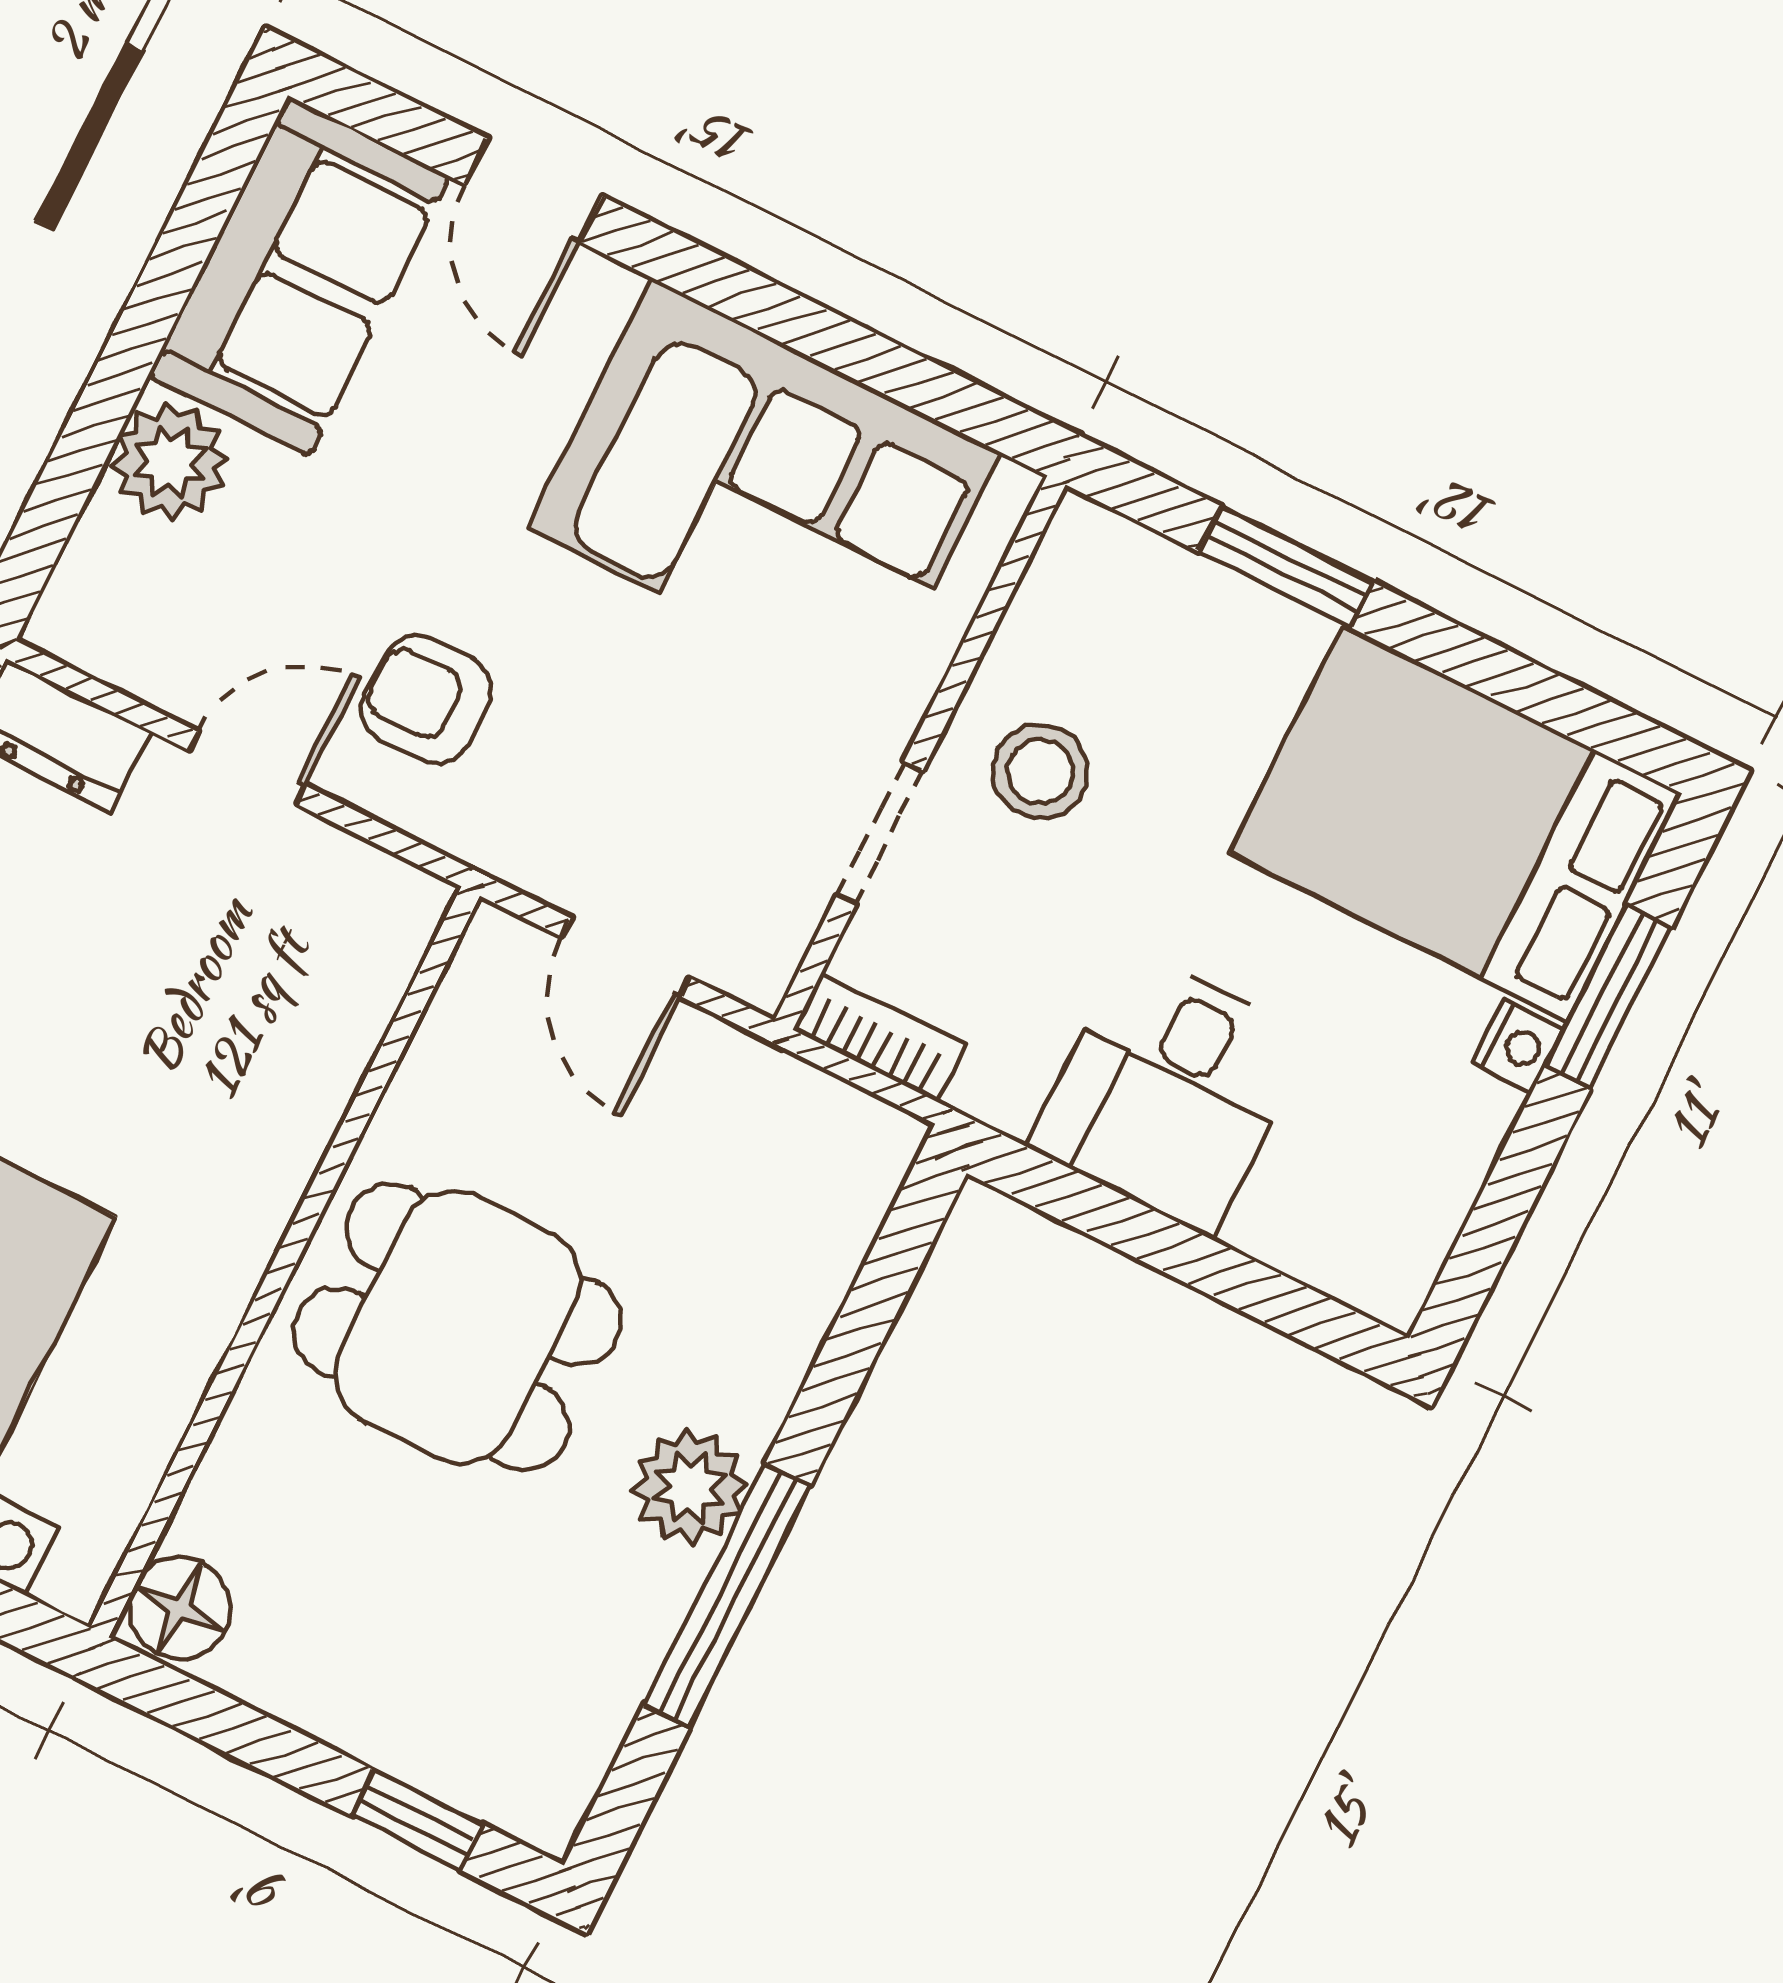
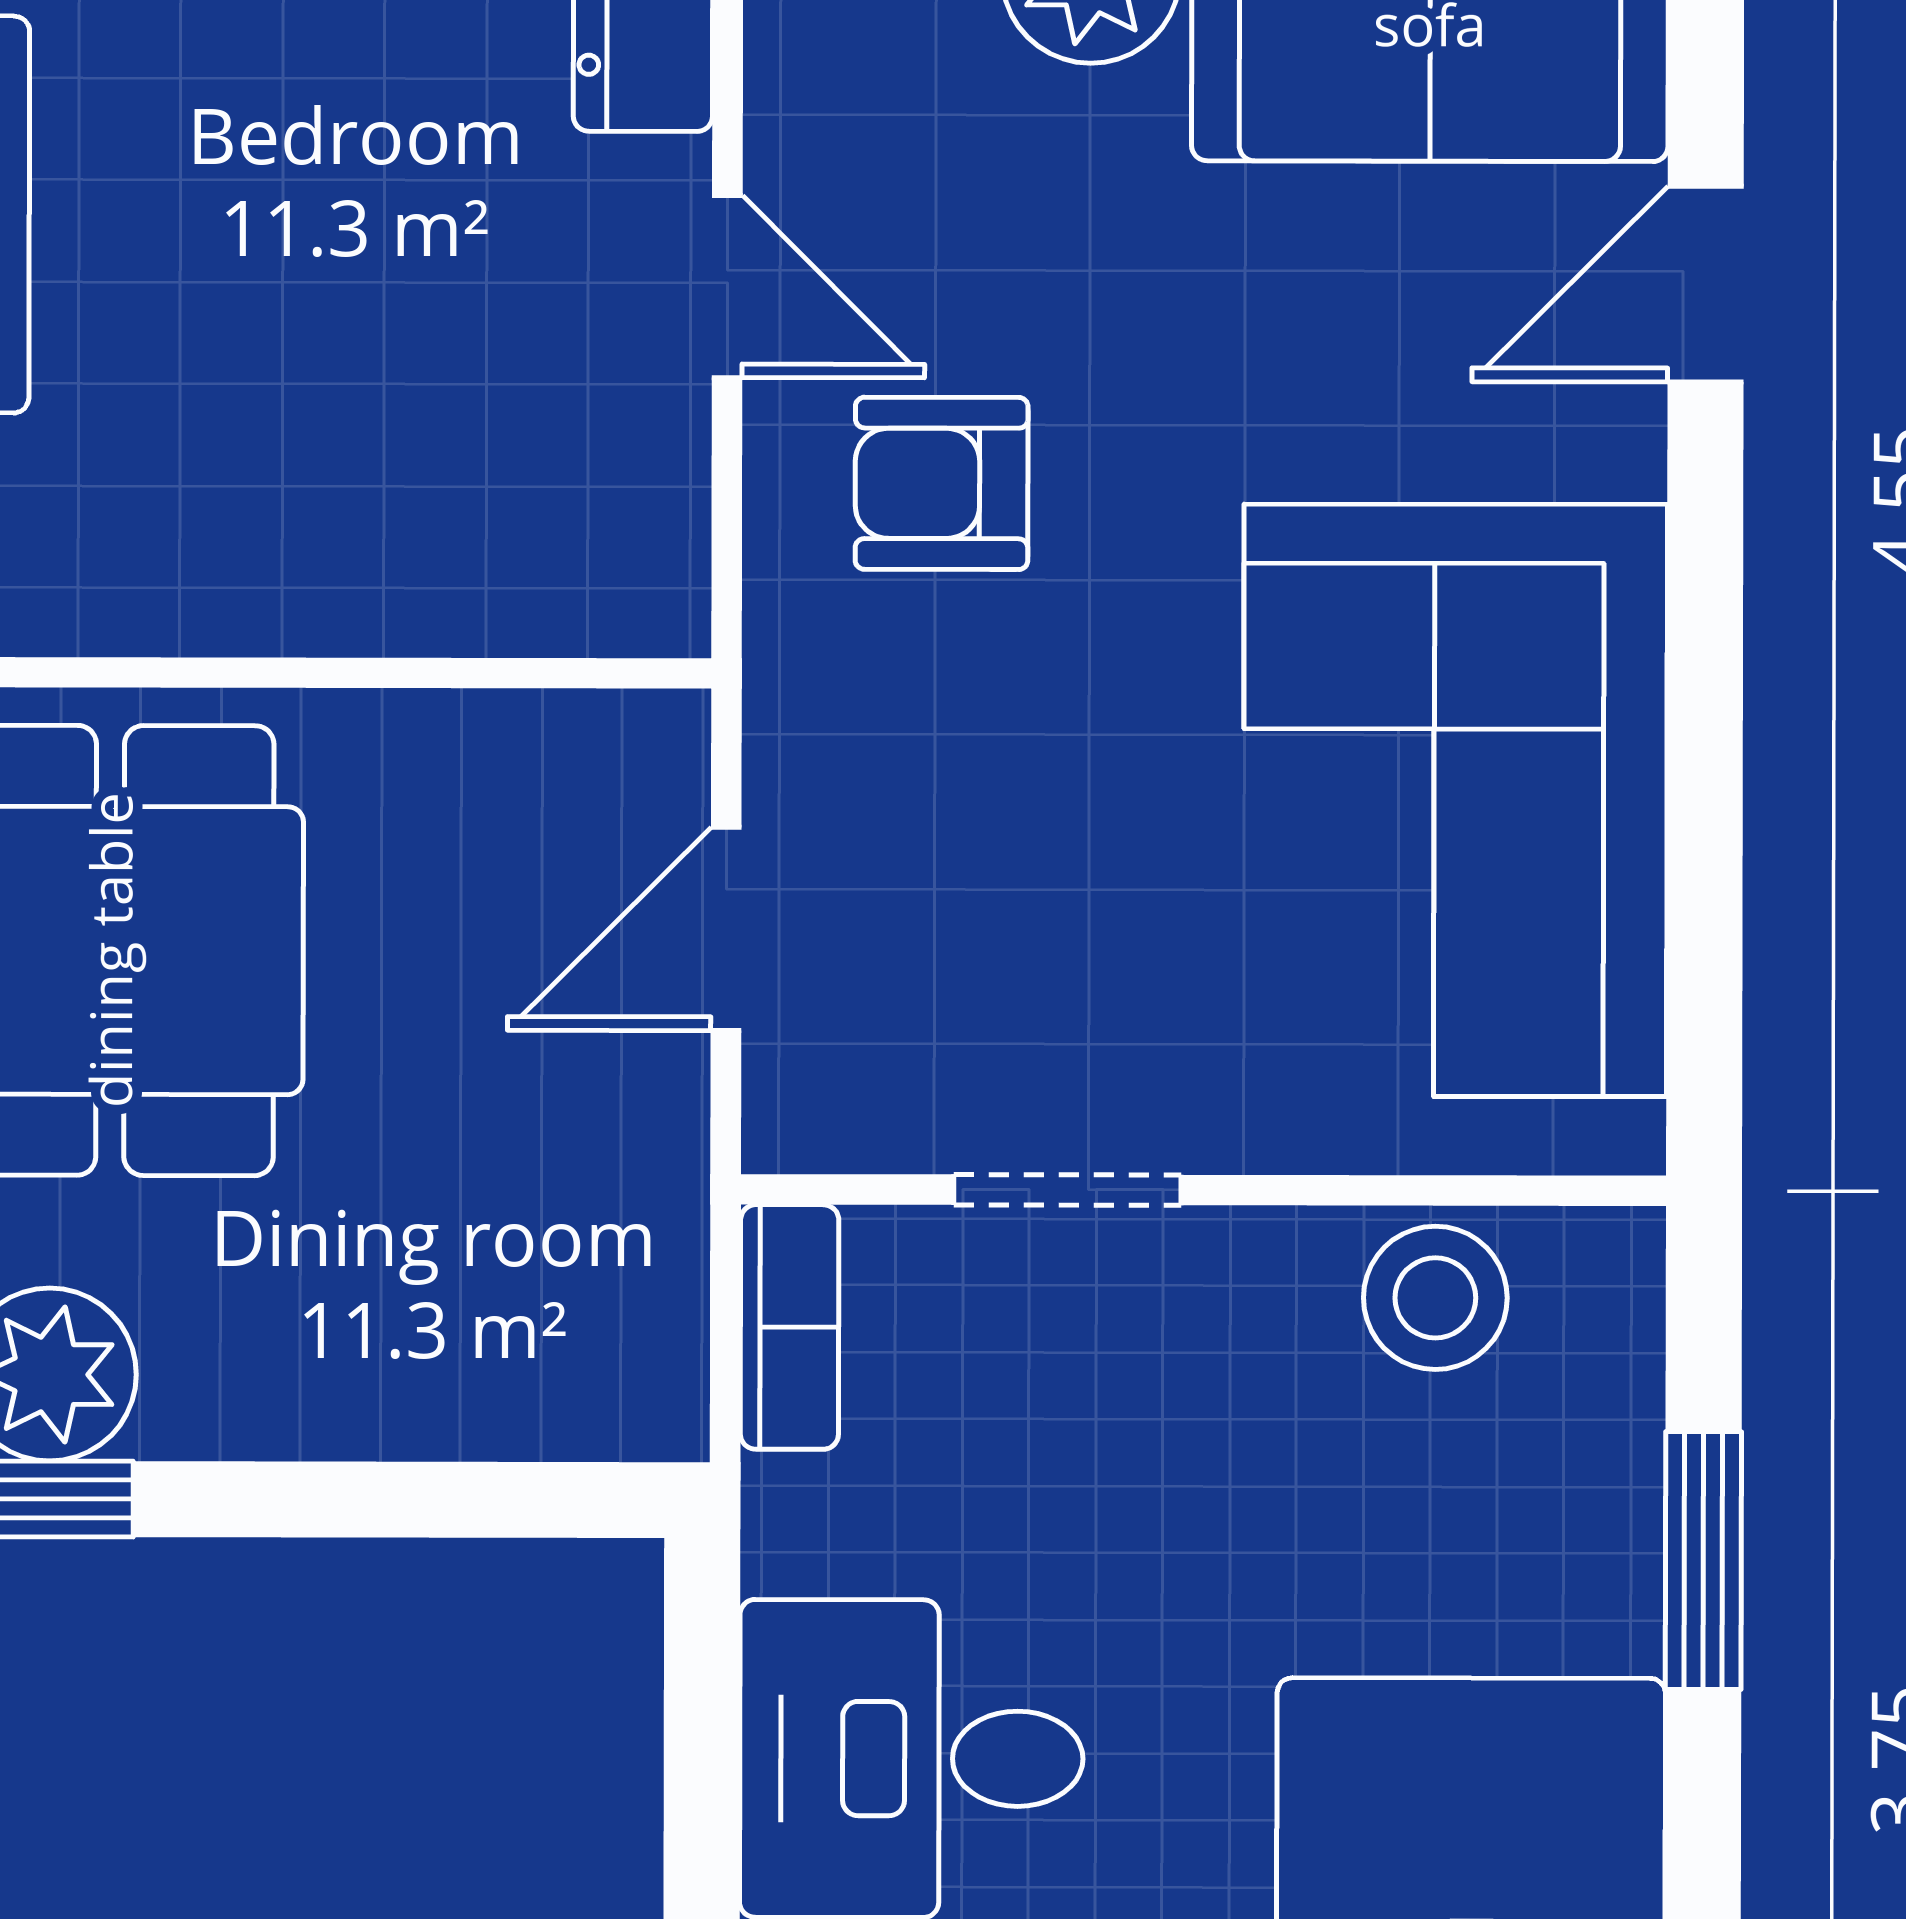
armchair: (426, 699) -> (942, 483), turned -90
stool: (1040, 771) -> (1435, 1298), moved

